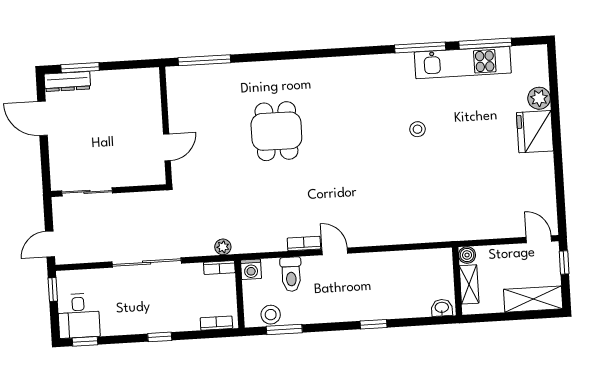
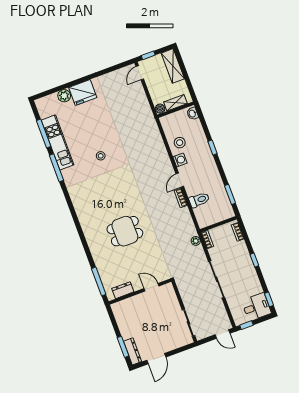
dresser: (177, 97) -> (123, 290), added
washing machine: (251, 269) -> (180, 160), moved
stool: (271, 315) -> (180, 143), moved

